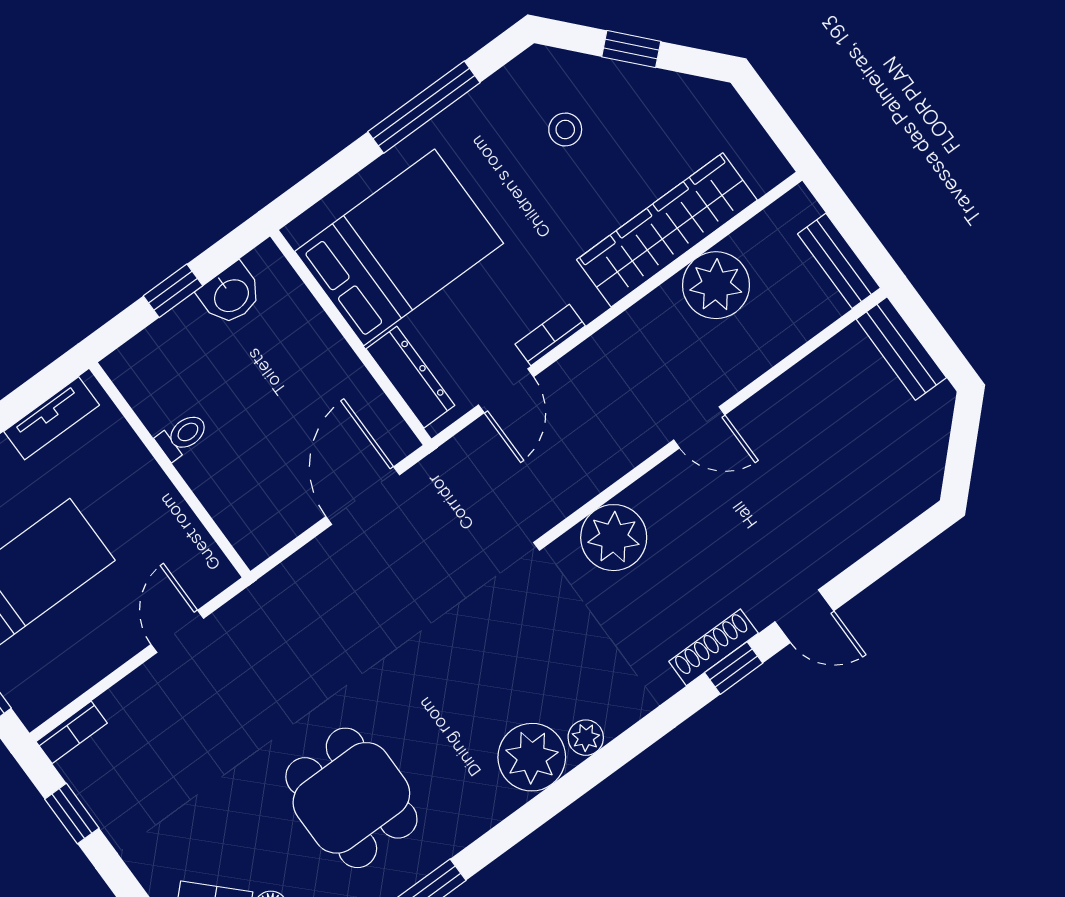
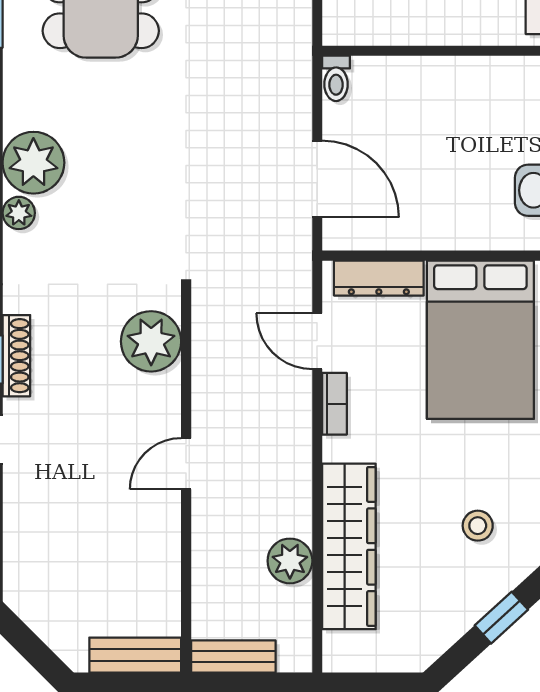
plant: (716, 285) -> (290, 561), width x0.73, depth x0.73
toilet: (182, 436) -> (336, 78), moved

